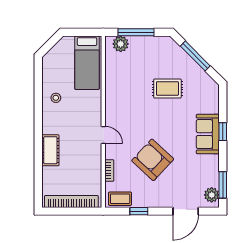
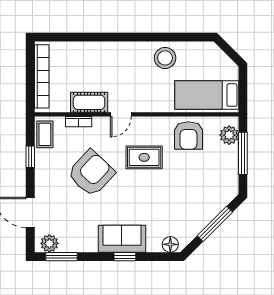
armchair: (121, 78) -> (188, 135), added
rug: (167, 88) -> (144, 157), moved, turned 90
floor lamp: (213, 93) -> (170, 244), added
stool: (56, 98) -> (165, 58), width x1.89, depth x1.89
cot: (50, 150) -> (89, 102), moved

